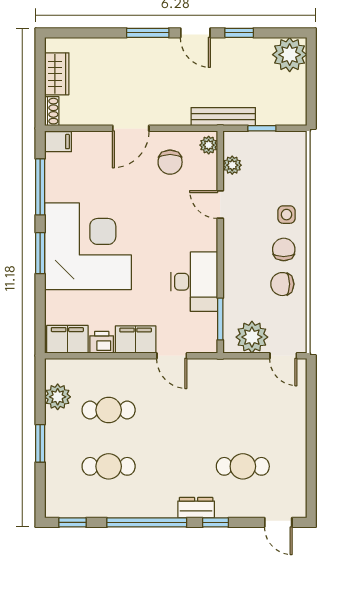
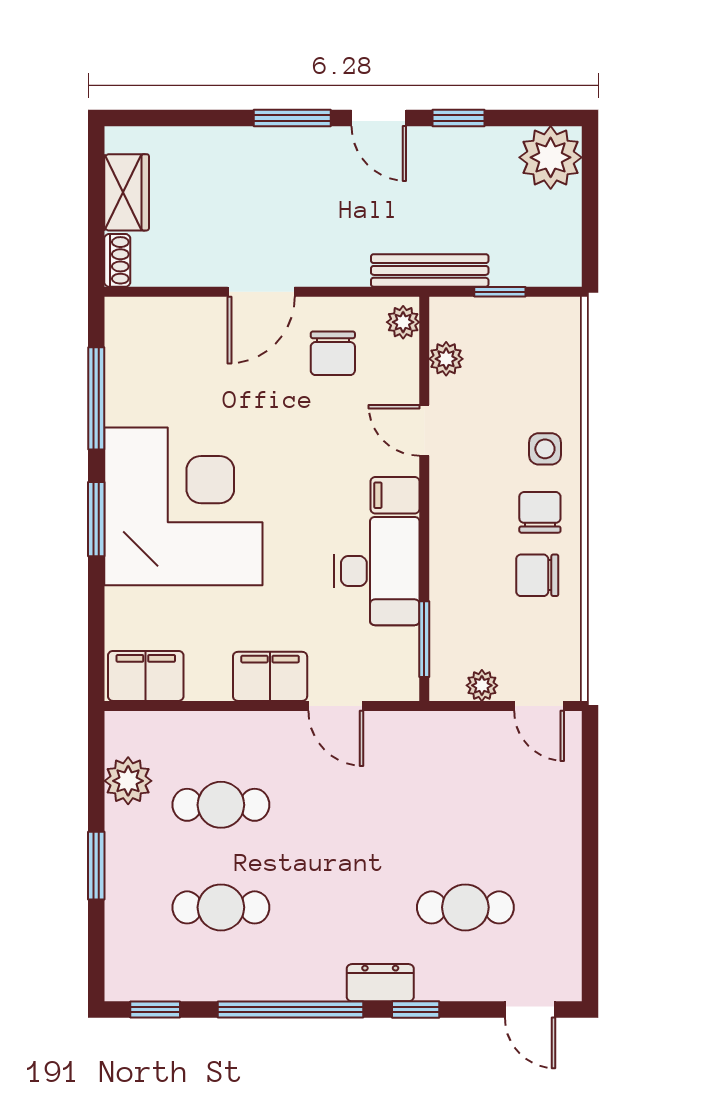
filing cabinet: (58, 142) -> (395, 495), moved, turned 180
plant: (252, 337) -> (482, 685), width x0.53, depth x0.53
printer: (102, 342) -> (208, 681), removed

